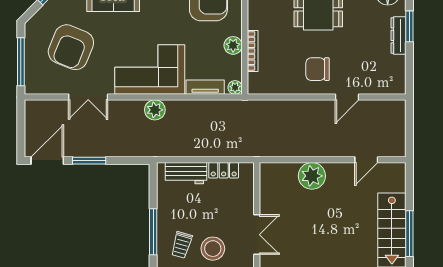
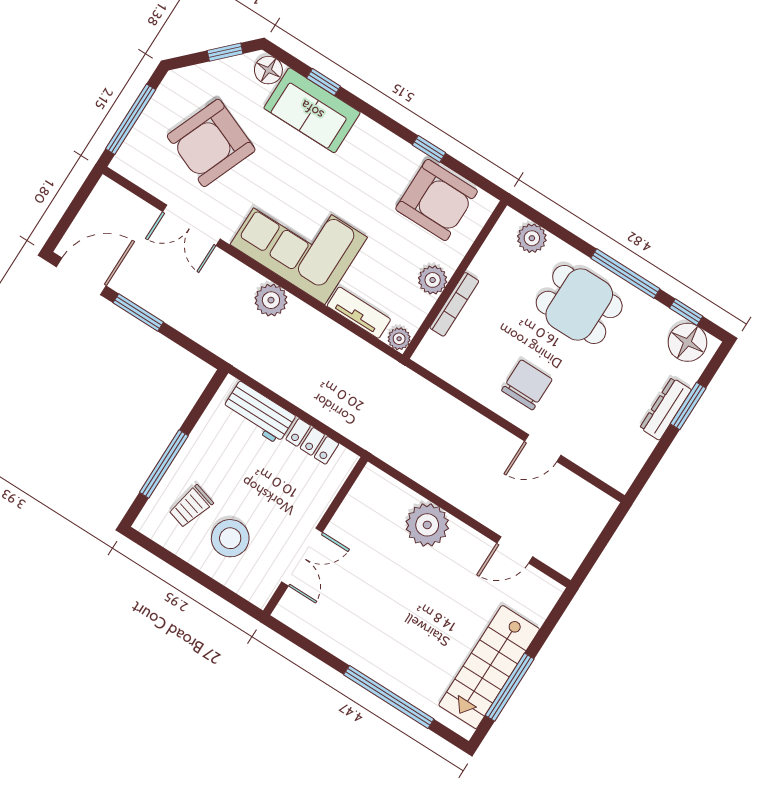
chair: (318, 69) -> (527, 385), turned 90

